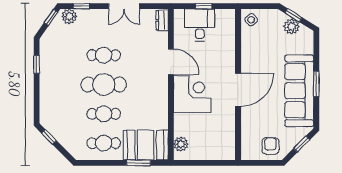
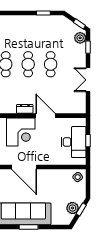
dresser: (162, 20) -> (25, 109), moved
desk: (200, 25) -> (74, 142), width x1.37
door: (171, 62) -> (45, 116), swing flipped
cafe table: (104, 84) -> (28, 64), width x0.73, depth x0.74

